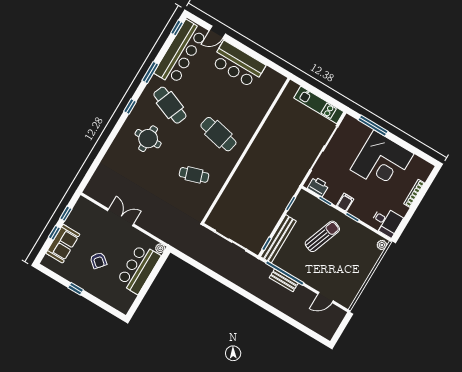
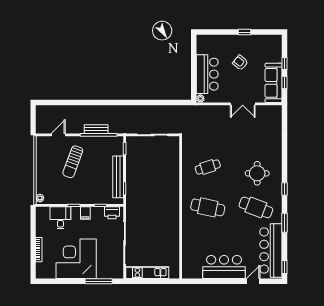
desk: (386, 222) -> (60, 218), moved, turned 90
sun lounger: (322, 236) -> (73, 162), moved
bench: (278, 239) -> (118, 177), moved
sofa: (63, 244) -> (274, 83), moved, width x1.36

